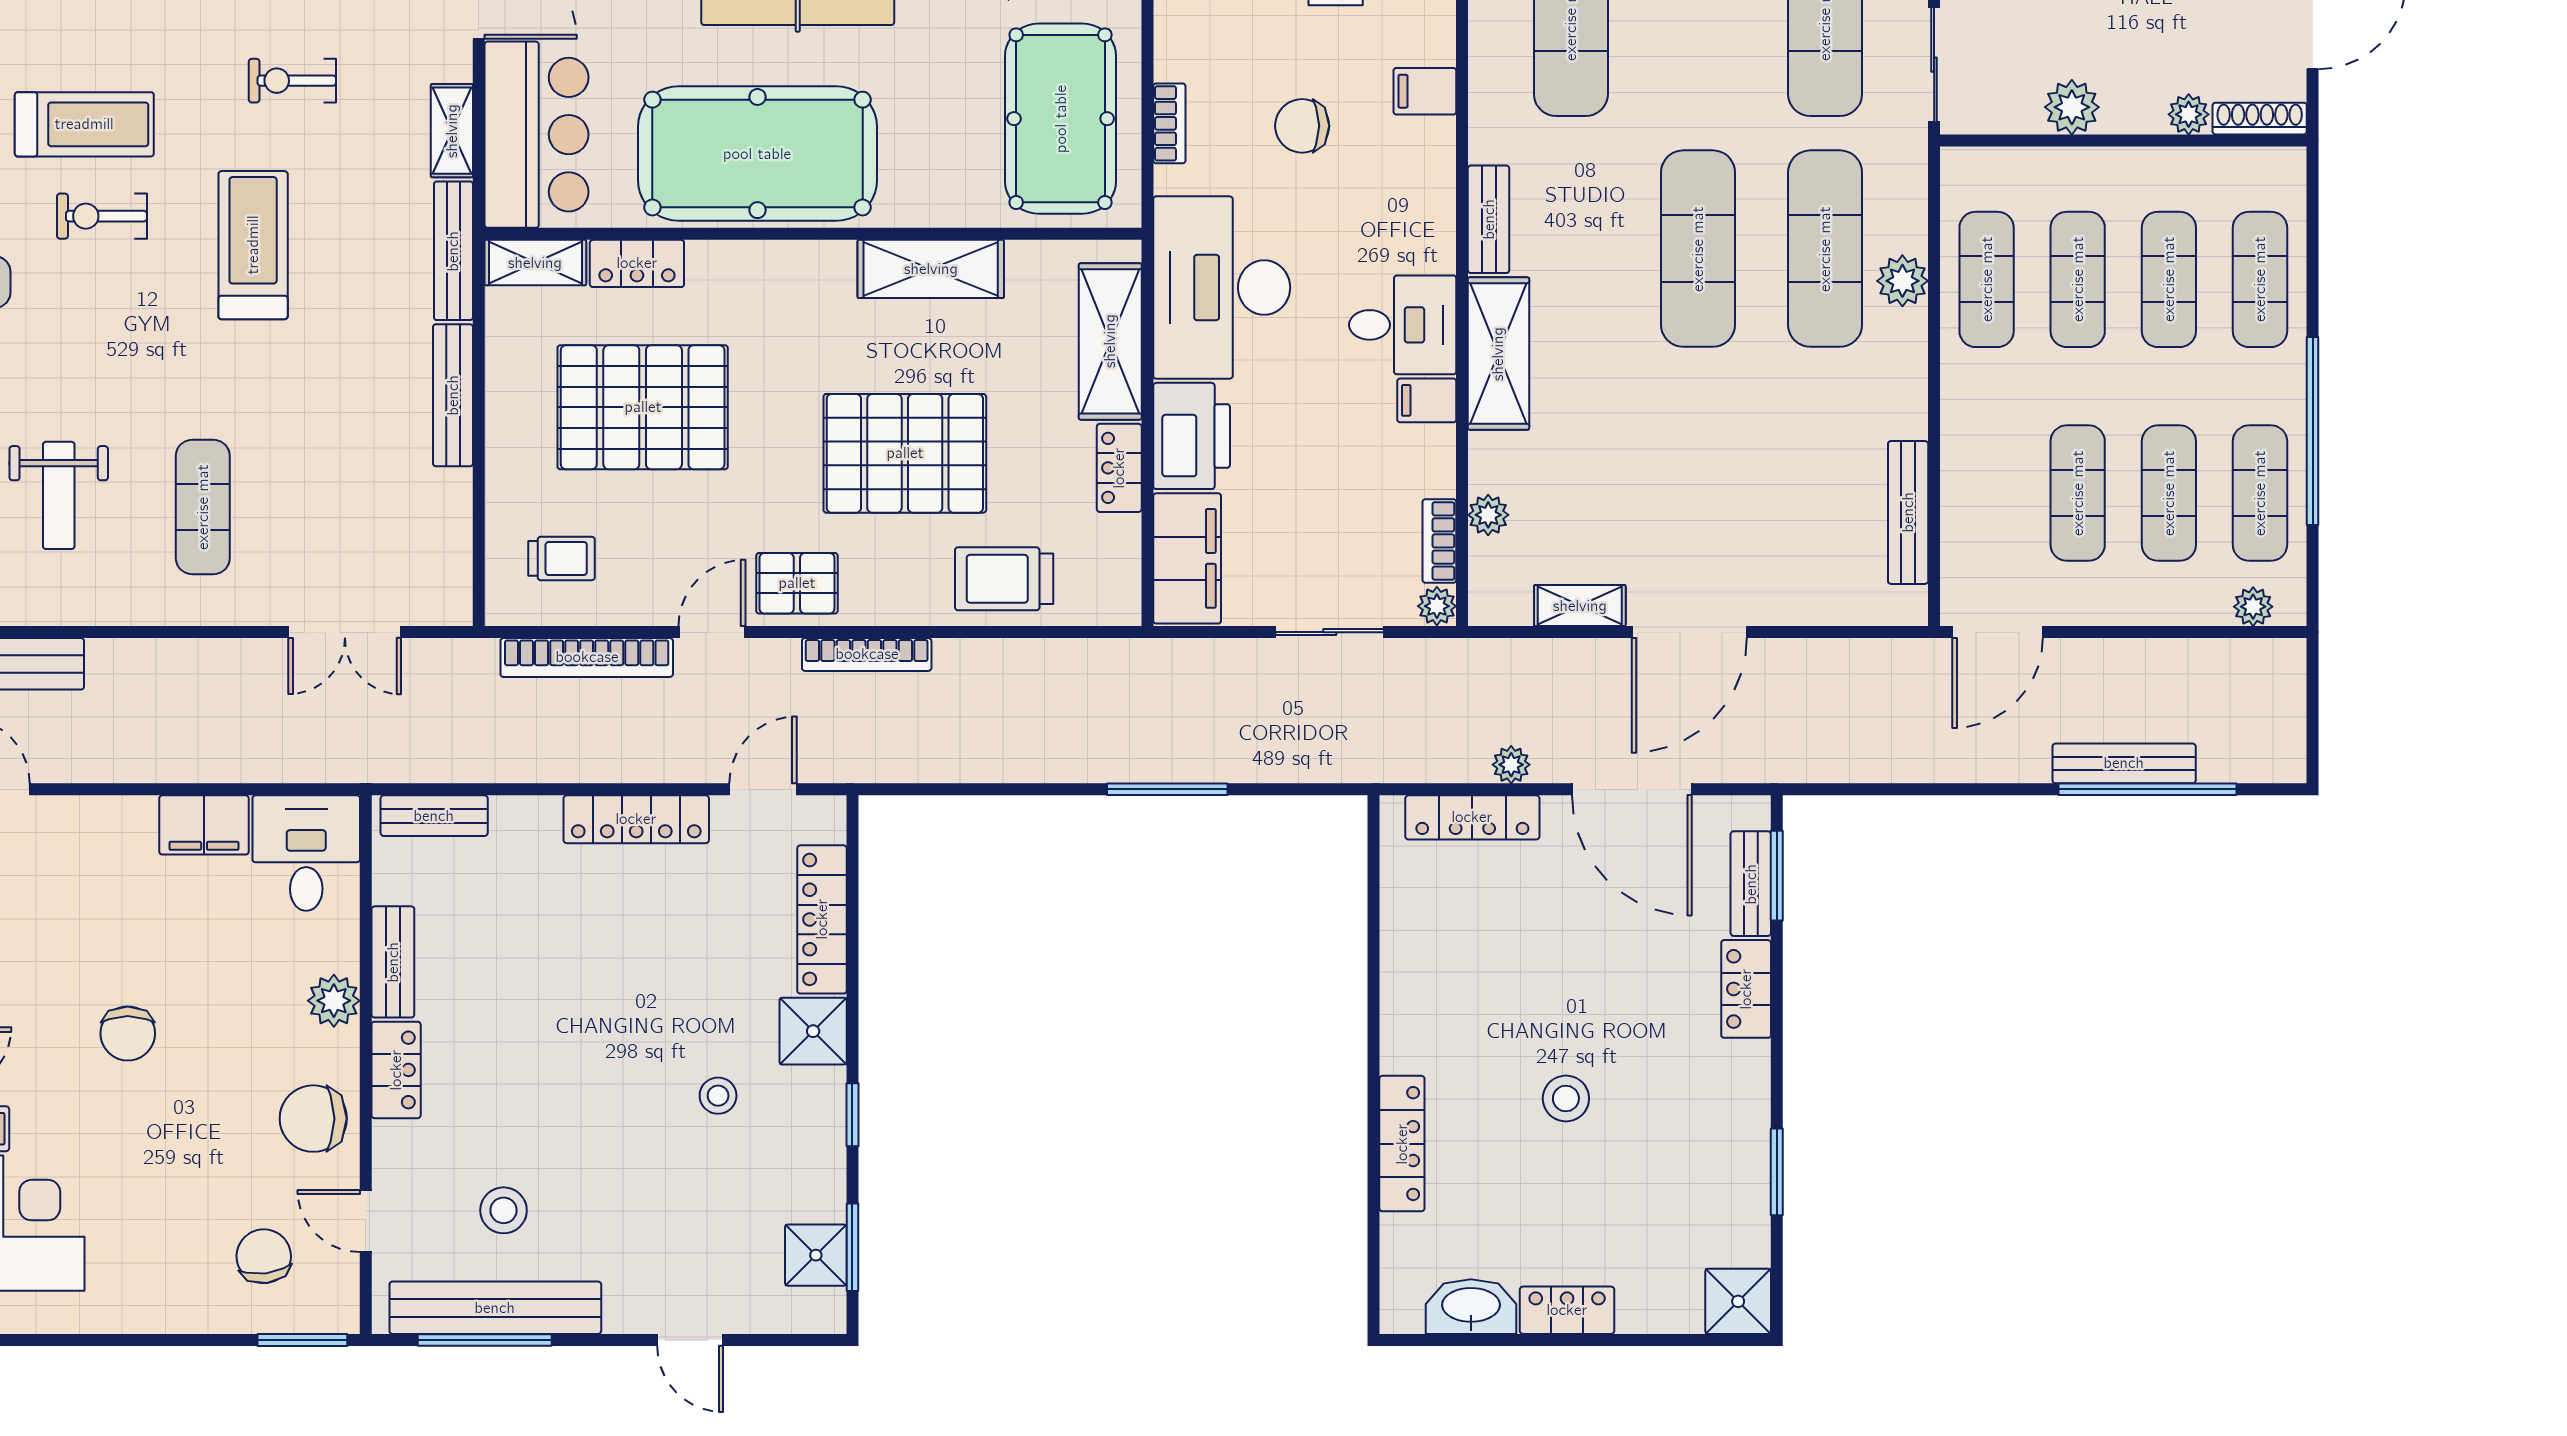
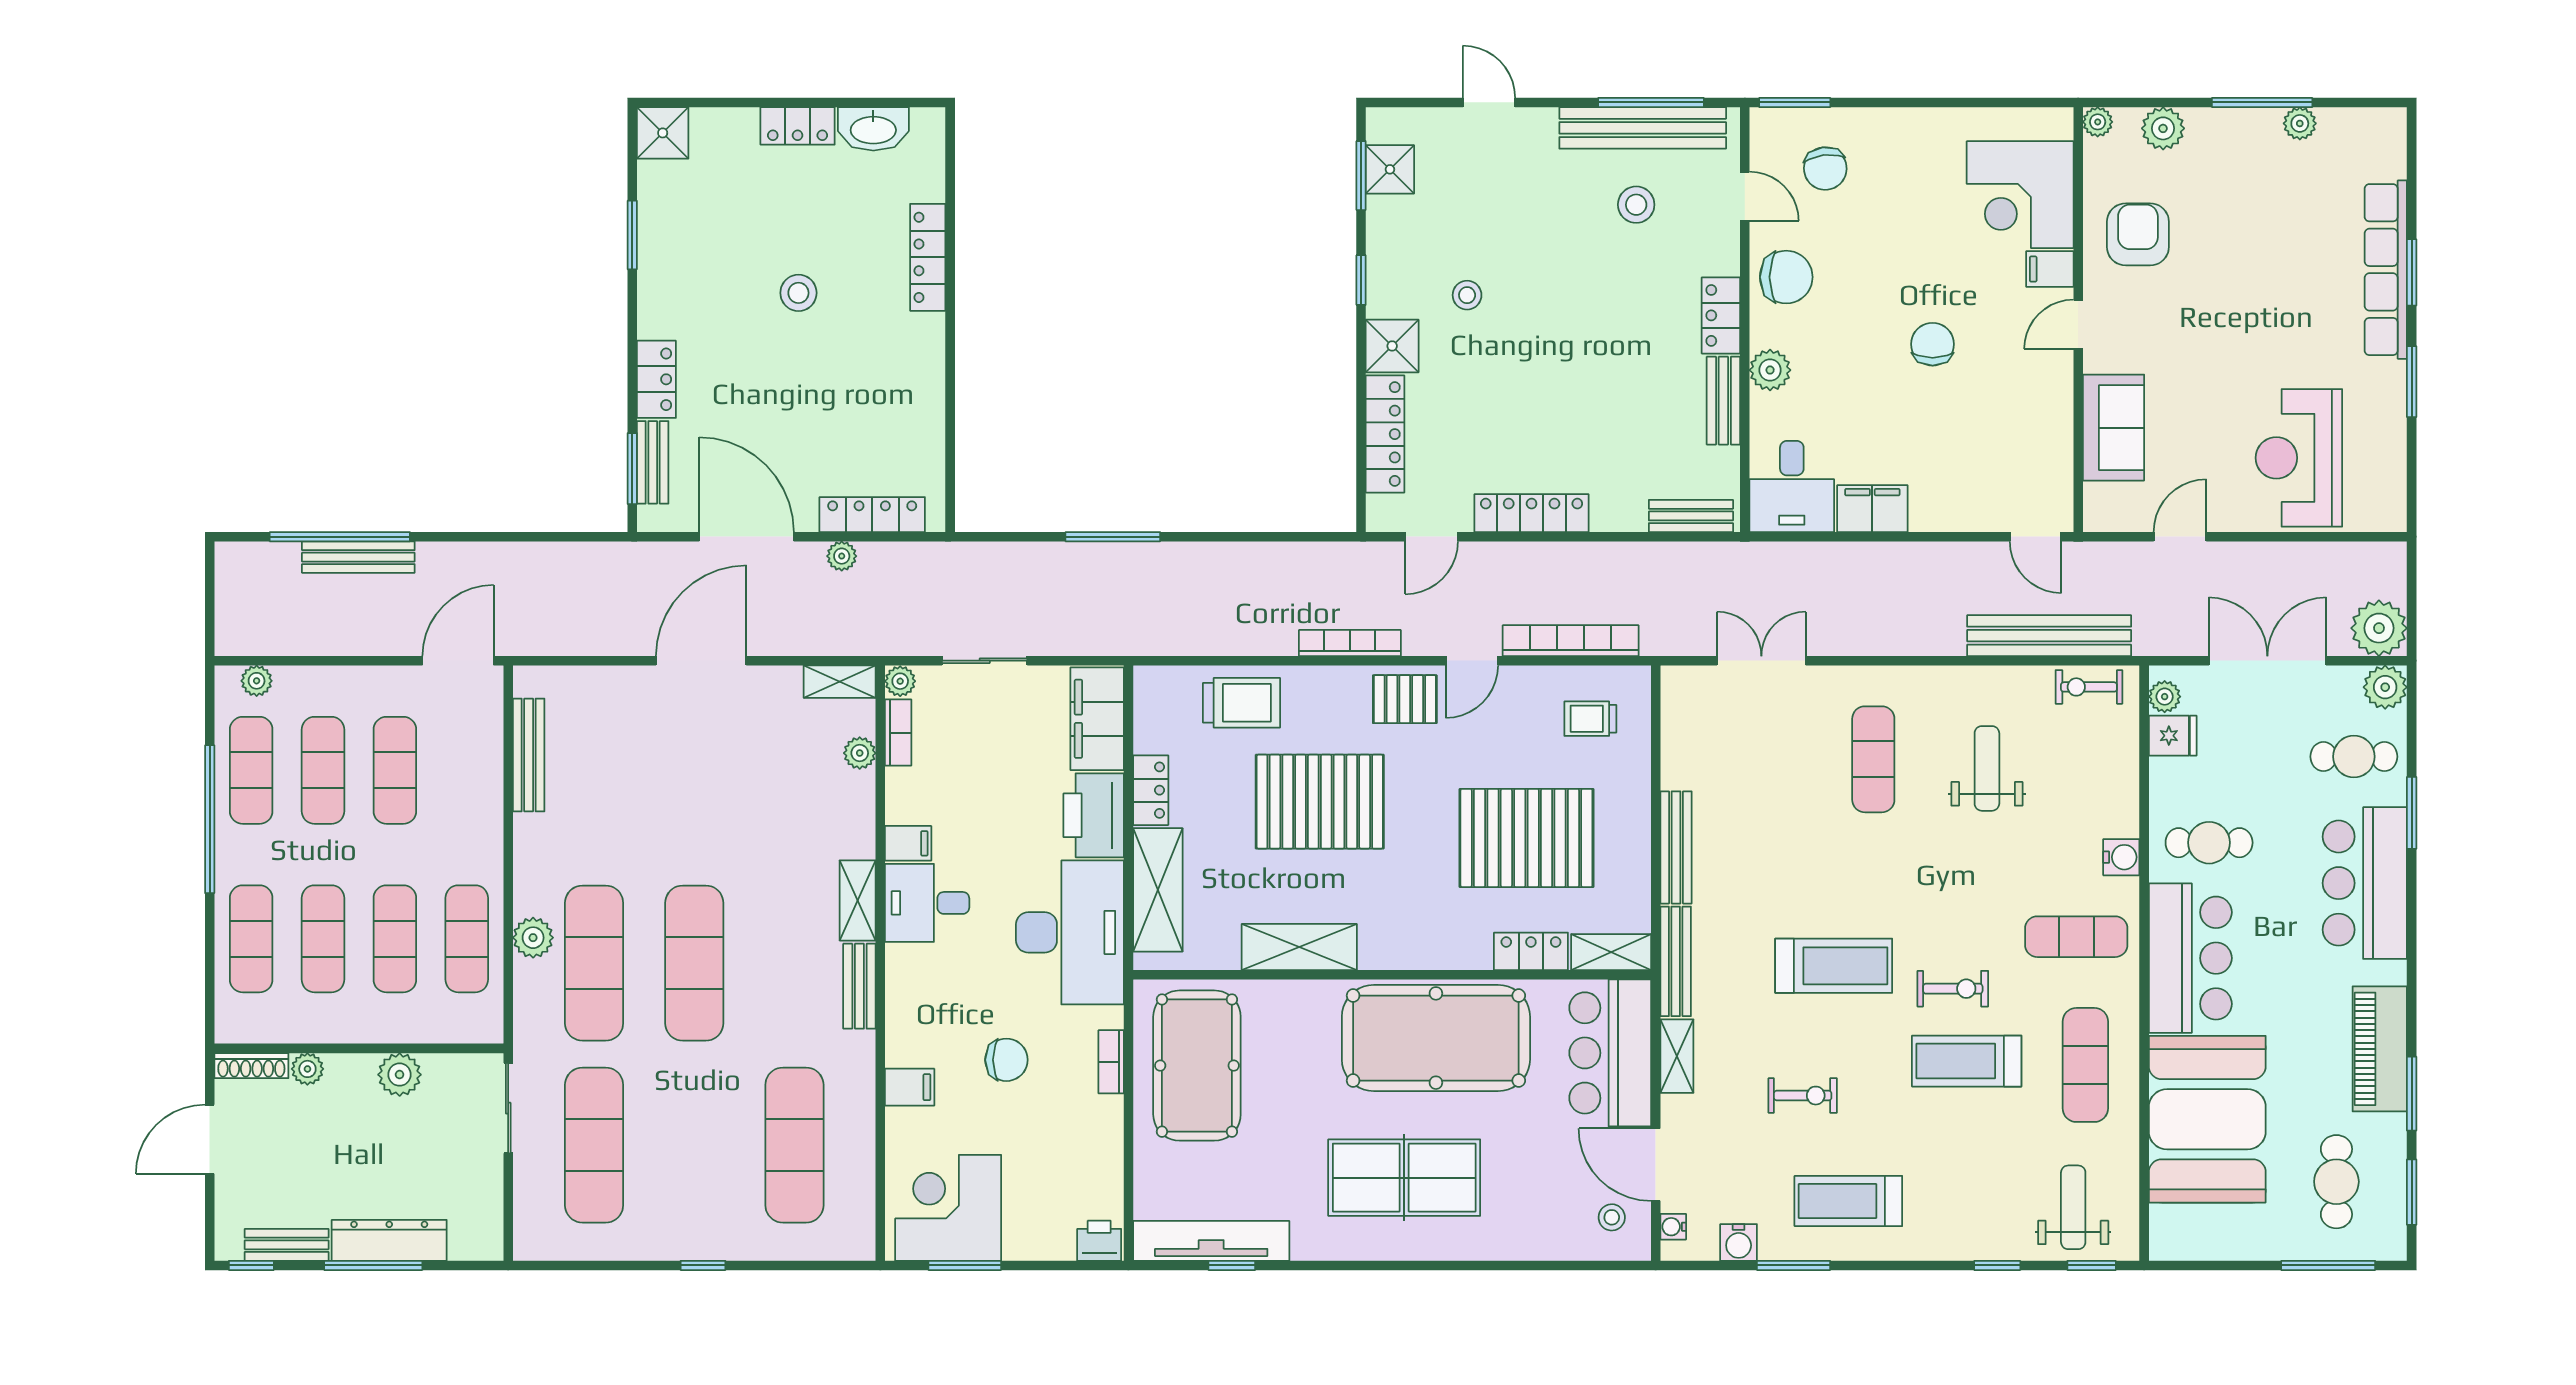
treadmill: (253, 245) -> (1834, 966), turned -90
shelving: (1498, 354) -> (858, 900), width x0.67, depth x0.75
shelving: (1580, 606) -> (840, 682), moved

